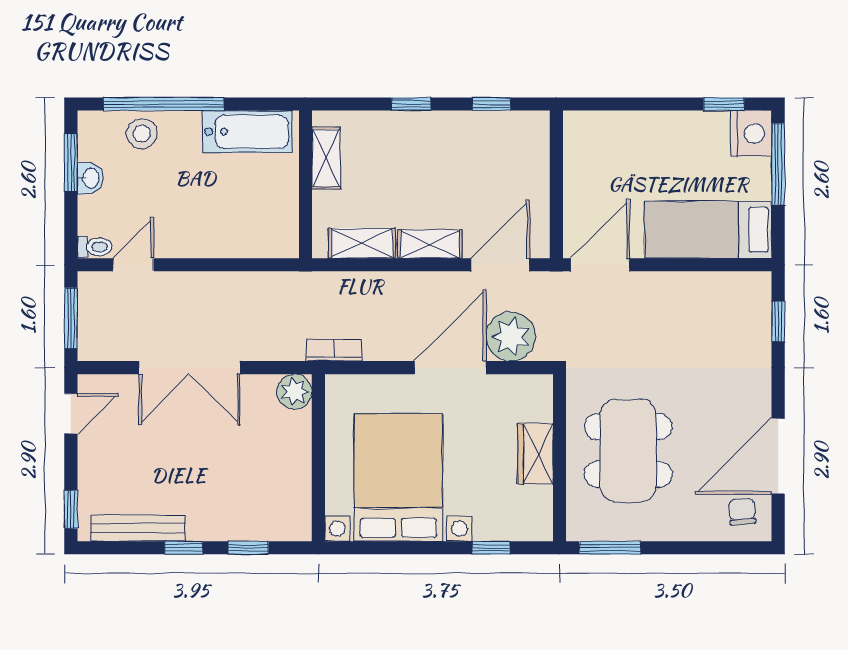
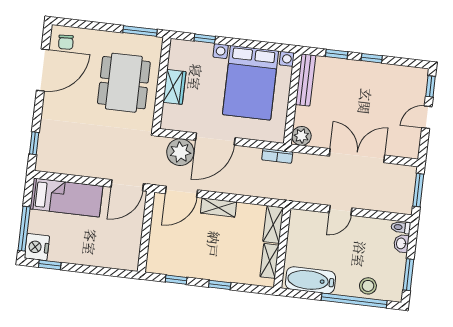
washbasin: (90, 178) -> (401, 243), moved
shelving: (362, 243) -> (273, 224), moved, turned 90
door: (133, 265) -> (341, 210), moved
door: (71, 414) -> (427, 117), moved
bench: (138, 528) -> (306, 80), moved, turned 90

